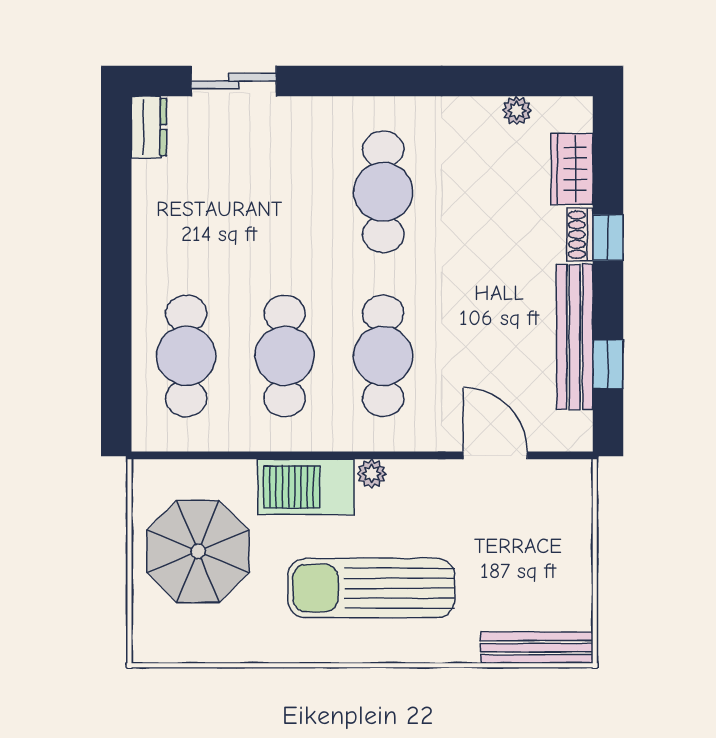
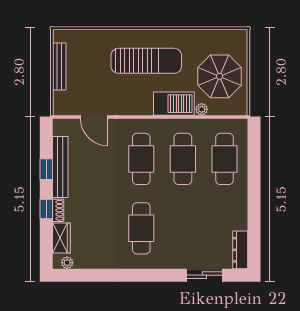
plant: (517, 111) -> (67, 263), moved
dresser: (149, 127) -> (240, 250), width x1.44
window: (608, 364) -> (46, 169), moved
plant: (372, 474) -> (202, 109), moved
bench: (537, 648) -> (59, 66), moved, turned 90

